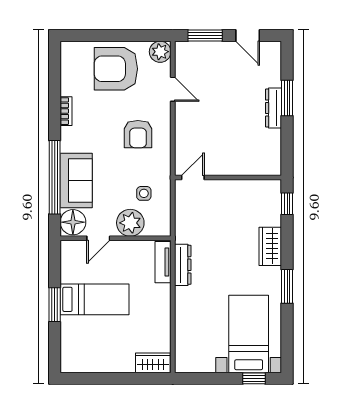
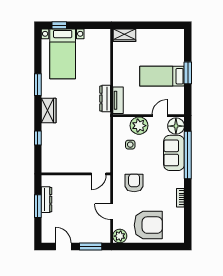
door: (193, 177) -> (99, 174), moved
wall: (228, 177) -> (76, 174), moved

